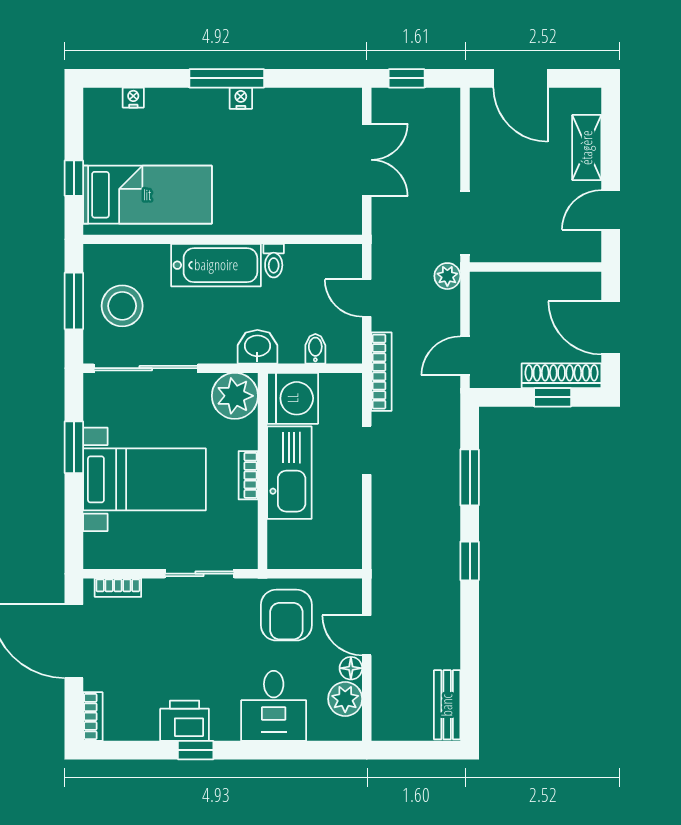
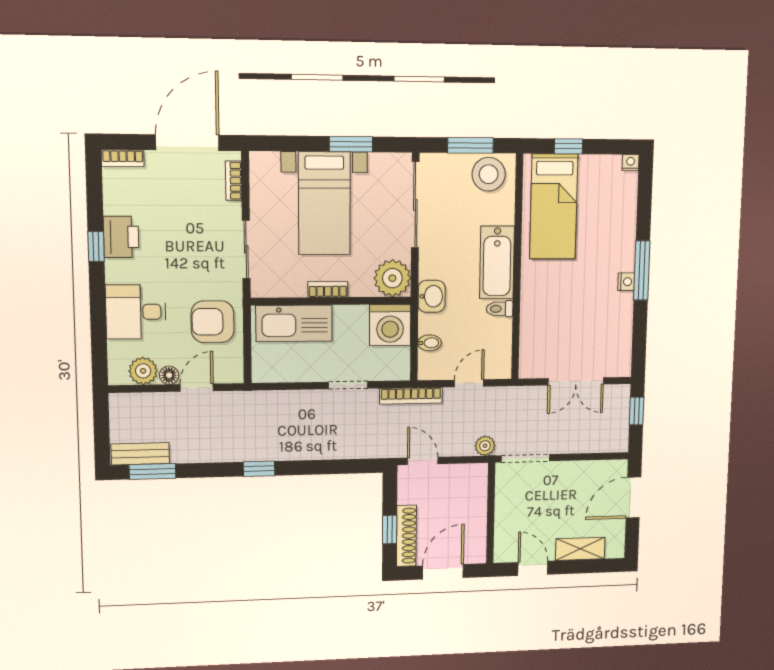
nightstand: (133, 98) -> (631, 163), moved, turned -90
stool: (122, 306) -> (489, 174), moved
kitchen sink: (289, 473) -> (294, 323), moved
window: (470, 477) -> (152, 471), moved

